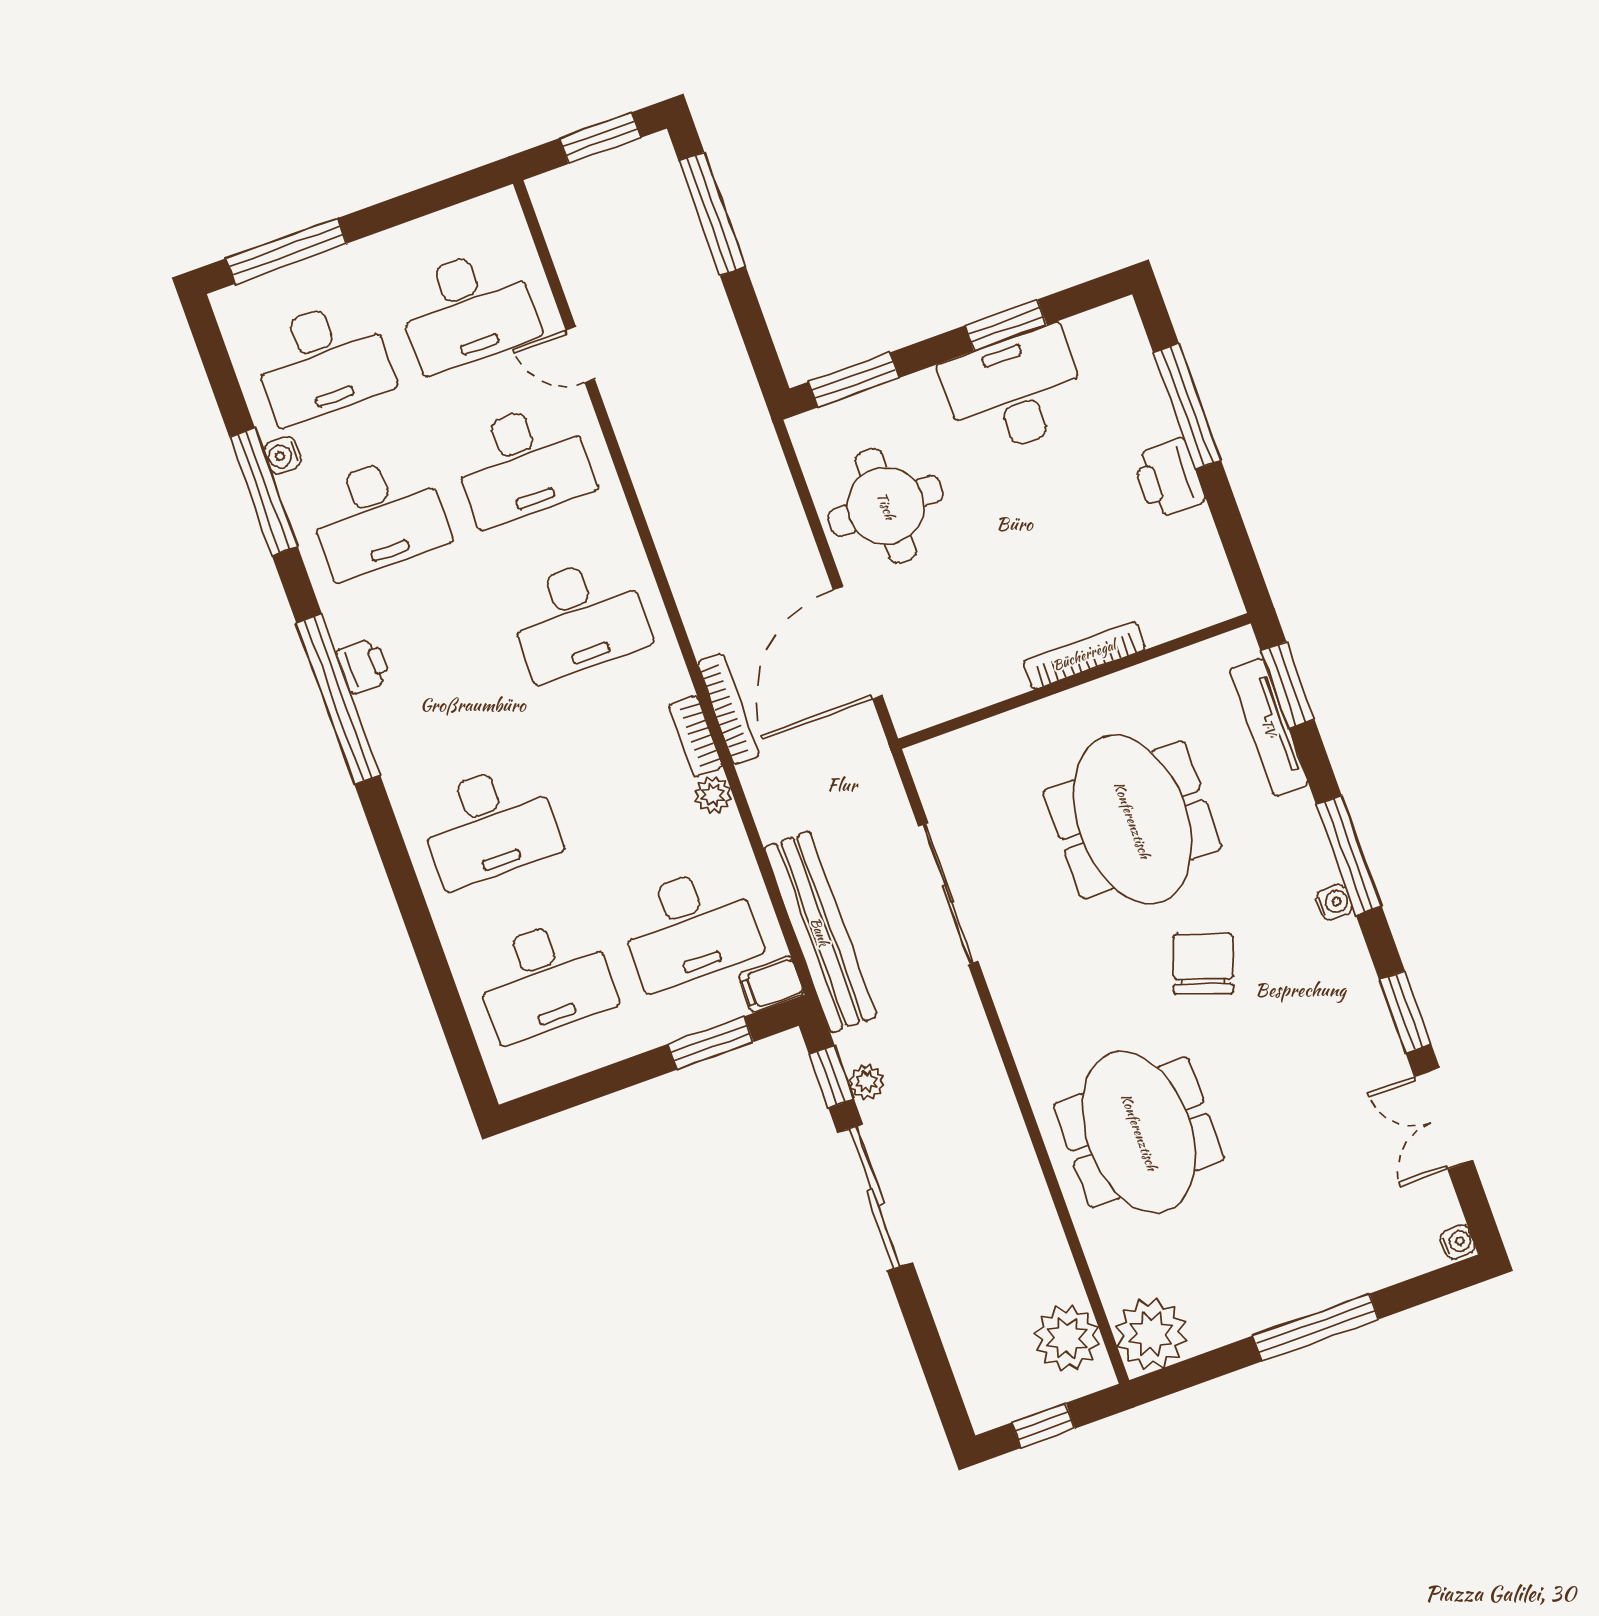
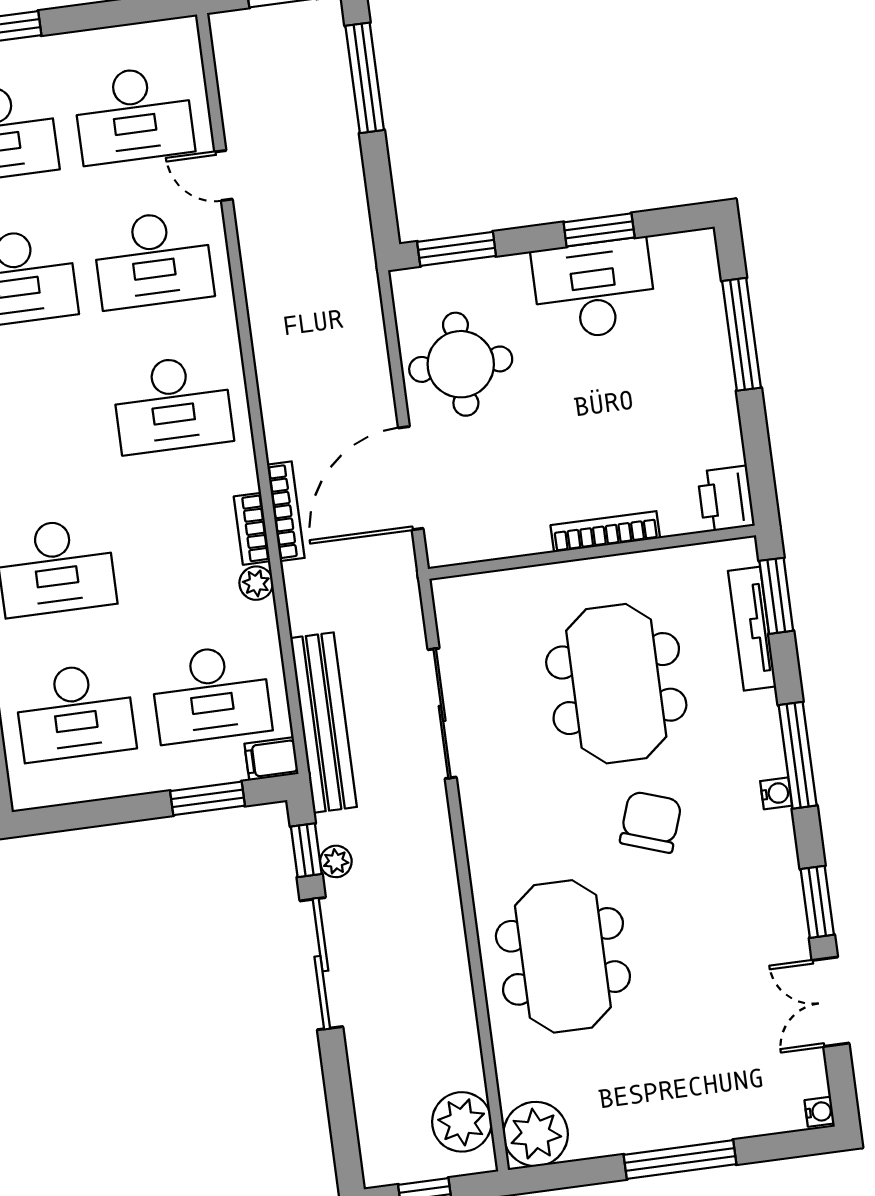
printer: (1169, 478) -> (726, 499), moved

